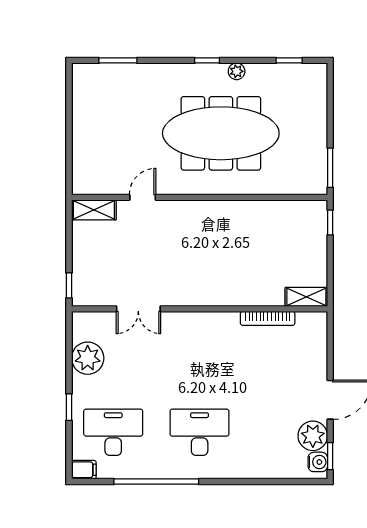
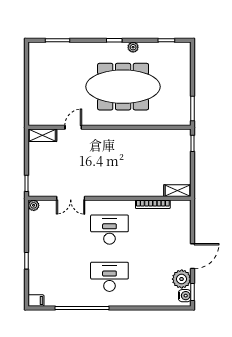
plant: (88, 358) -> (34, 205), moved, width x0.53, depth x0.53
desk: (113, 432) -> (109, 230), moved

